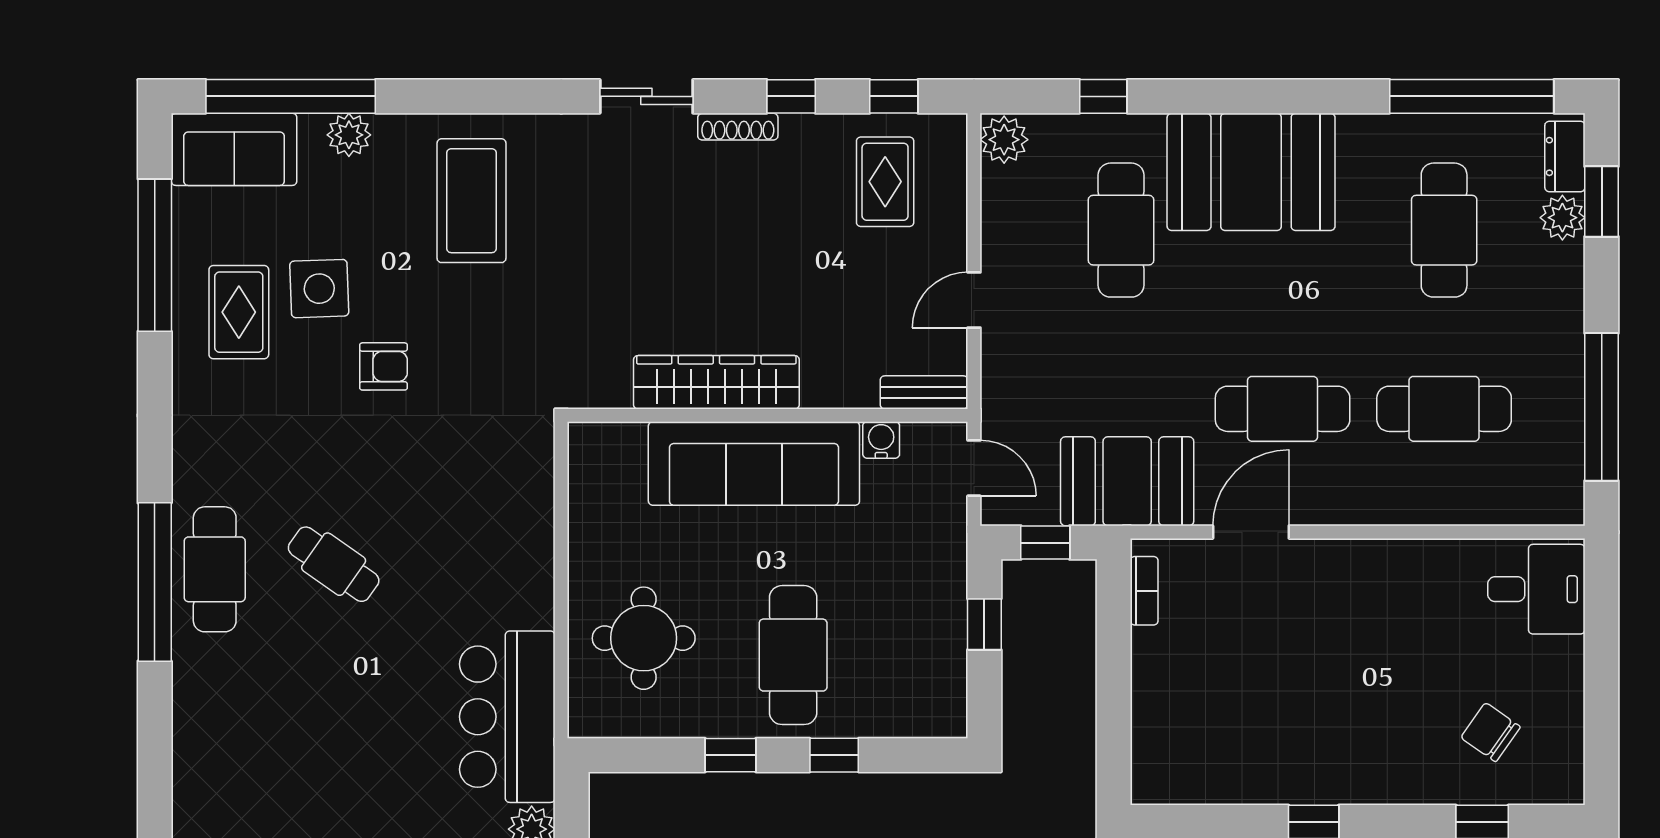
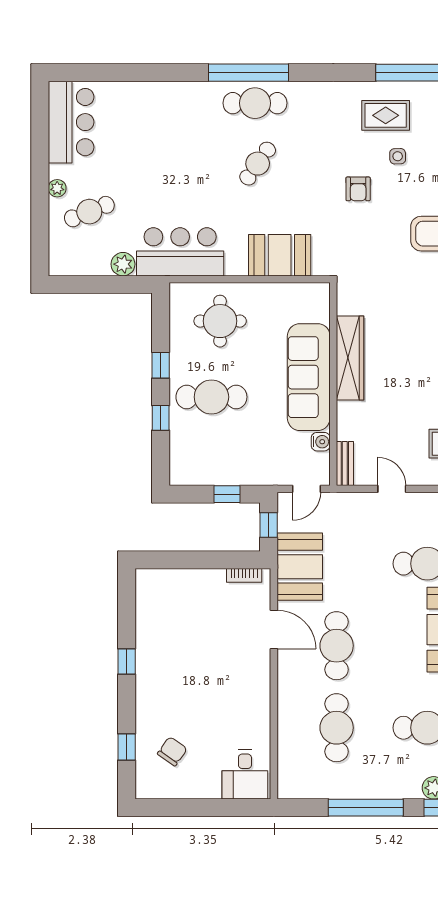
side table: (319, 289) -> (398, 156), width x0.54, depth x0.54
window: (1602, 407) -> (366, 808), moved
booth: (514, 521) -> (280, 255), added

